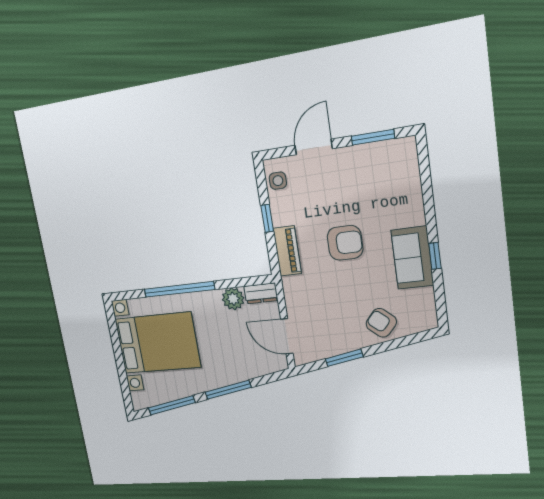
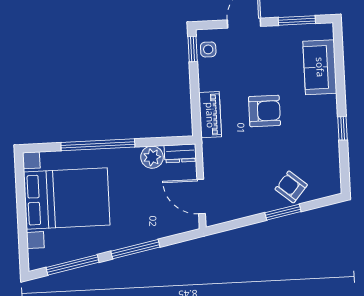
window: (267, 218) -> (193, 49), moved
sofa: (412, 258) -> (320, 67), moved
window: (344, 358) -> (283, 212), moved

